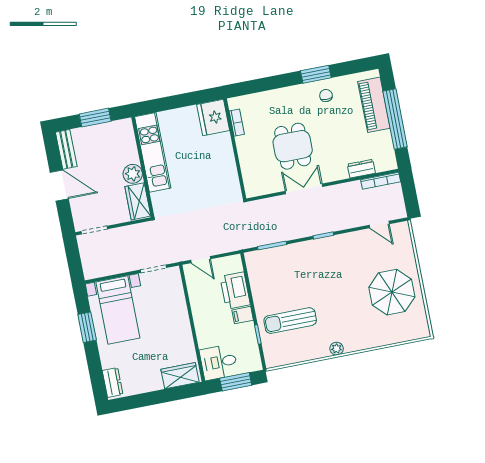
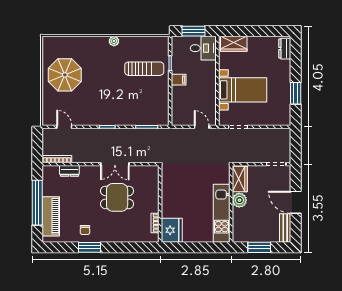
dining table: (293, 146) -> (117, 197), turned 90
printer: (235, 291) -> (181, 99), removed
bed with nightstands: (118, 310) -> (243, 90), moved, turned 90

